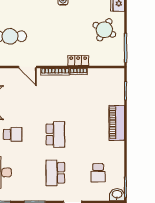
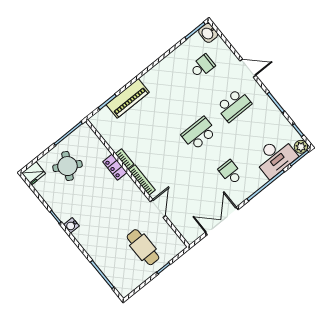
piano: (117, 123) -> (128, 98), moved

